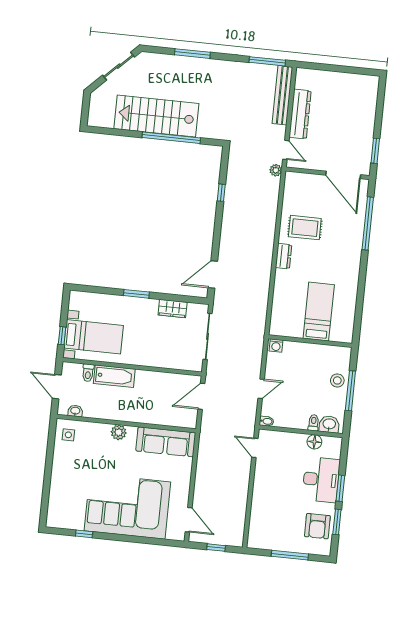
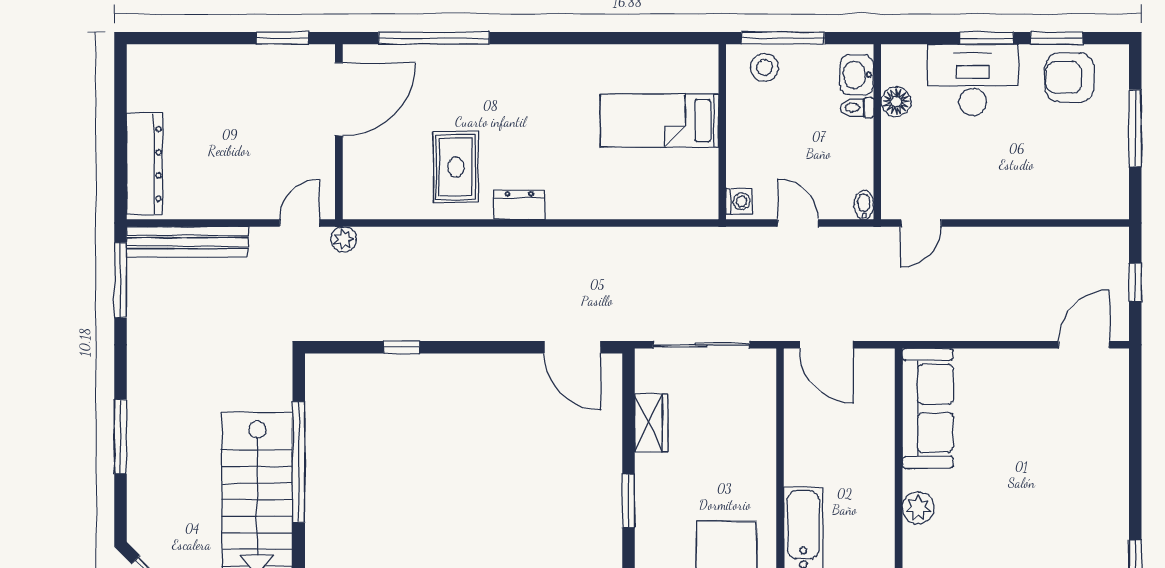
dresser: (300, 114) -> (145, 164), moved, turned 90
bed: (319, 312) -> (660, 121), moved
wall: (310, 341) -> (722, 132), moved
washing machine: (276, 346) -> (739, 201), moved
corner sofa: (127, 506) -> (1069, 474), removed
armchair: (317, 526) -> (1069, 78), turned 180

